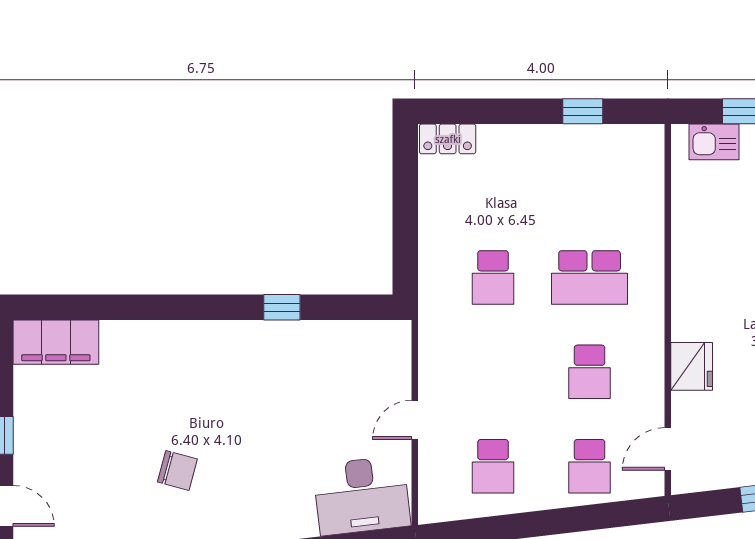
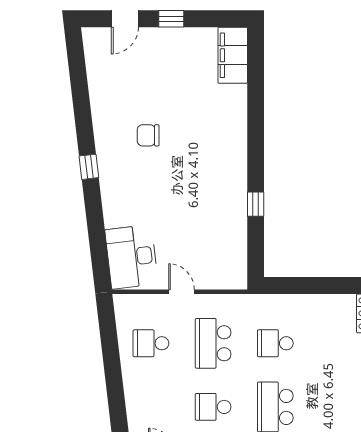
school desk: (590, 466) -> (213, 343), moved, width x1.85
chair: (177, 470) -> (148, 135), turned 75

